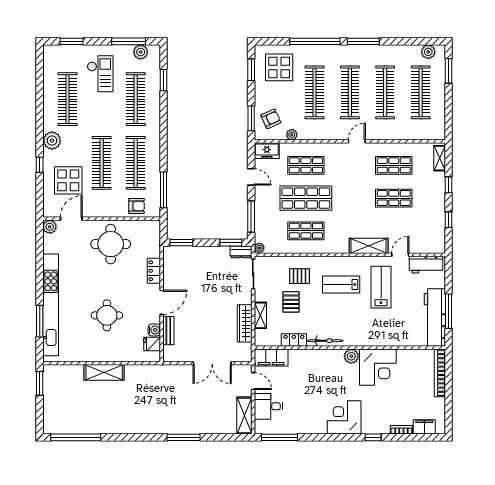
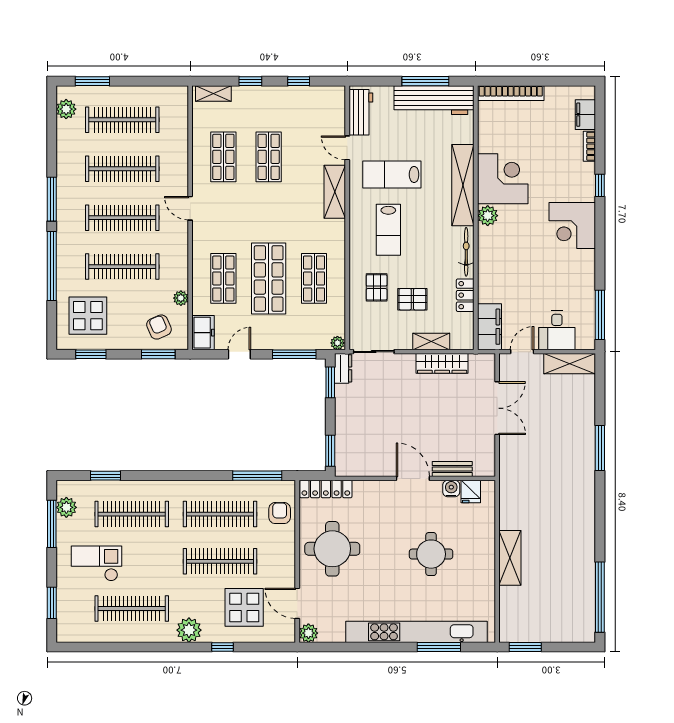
locker: (154, 271) -> (326, 489), moved, width x1.53
shelving: (373, 338) -> (463, 185), added

